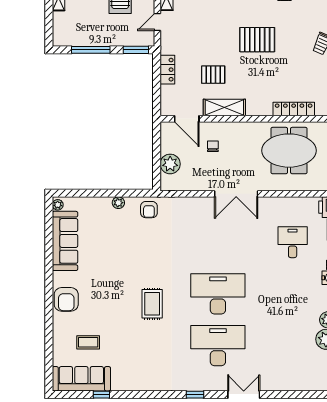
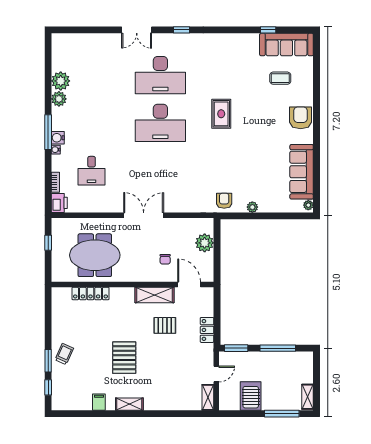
pallet: (257, 40) -> (124, 358), turned 90

